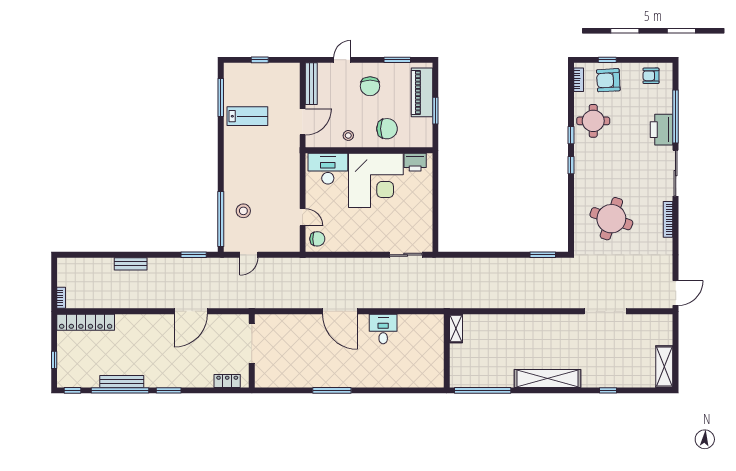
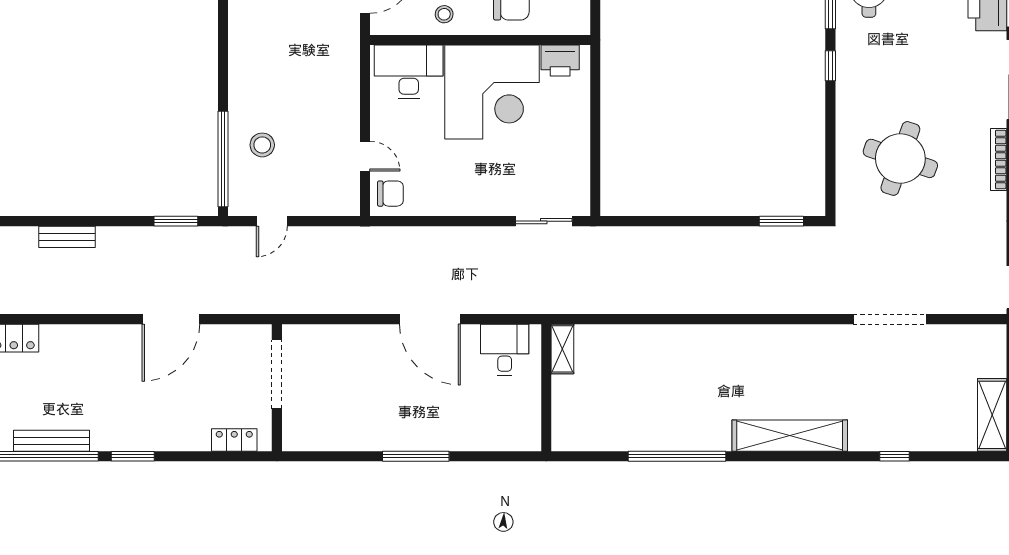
shelving: (456, 328) -> (562, 349), moved
wall: (447, 351) -> (546, 388), moved

